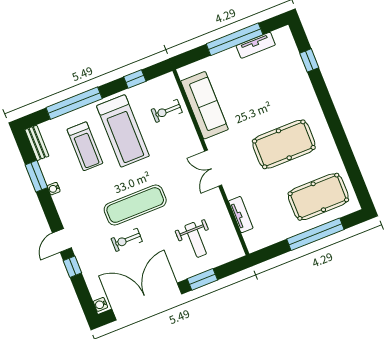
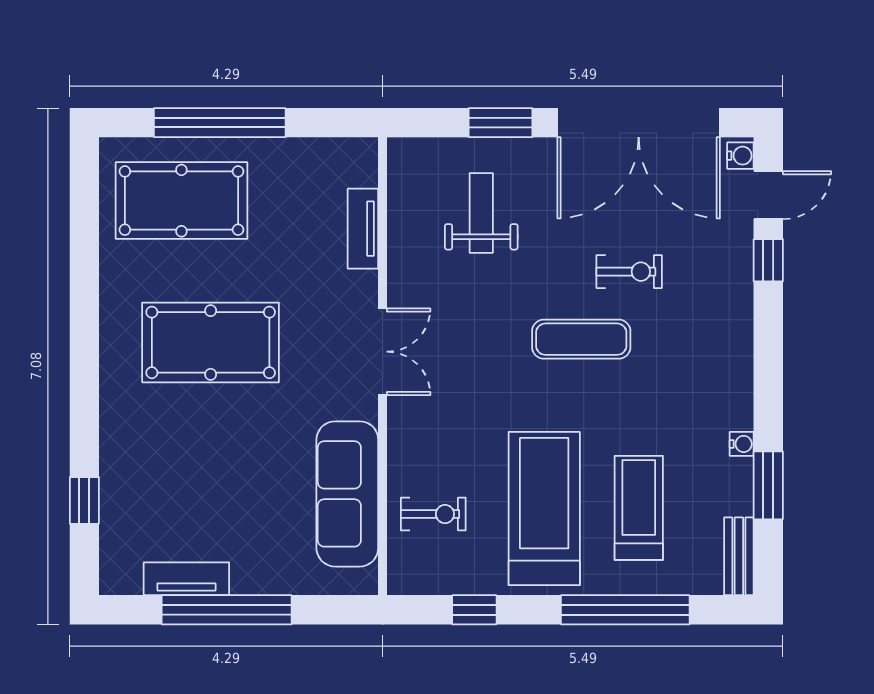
exercise mat: (135, 205) -> (581, 339), width x0.73, depth x0.69
door: (62, 240) -> (768, 195), moved

